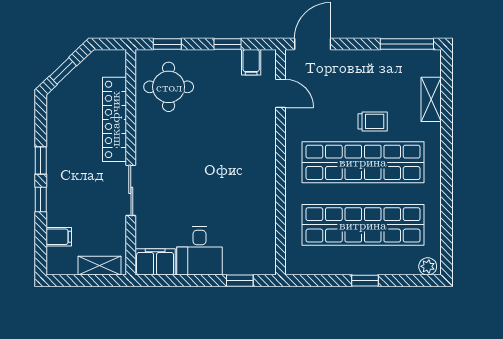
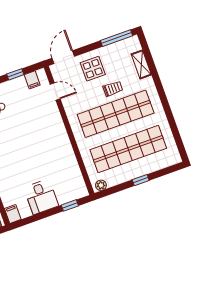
display table: (352, 79) -> (93, 69), added
filing cabinet: (155, 262) -> (13, 214), width x0.50
plant: (428, 266) -> (101, 185), moved

